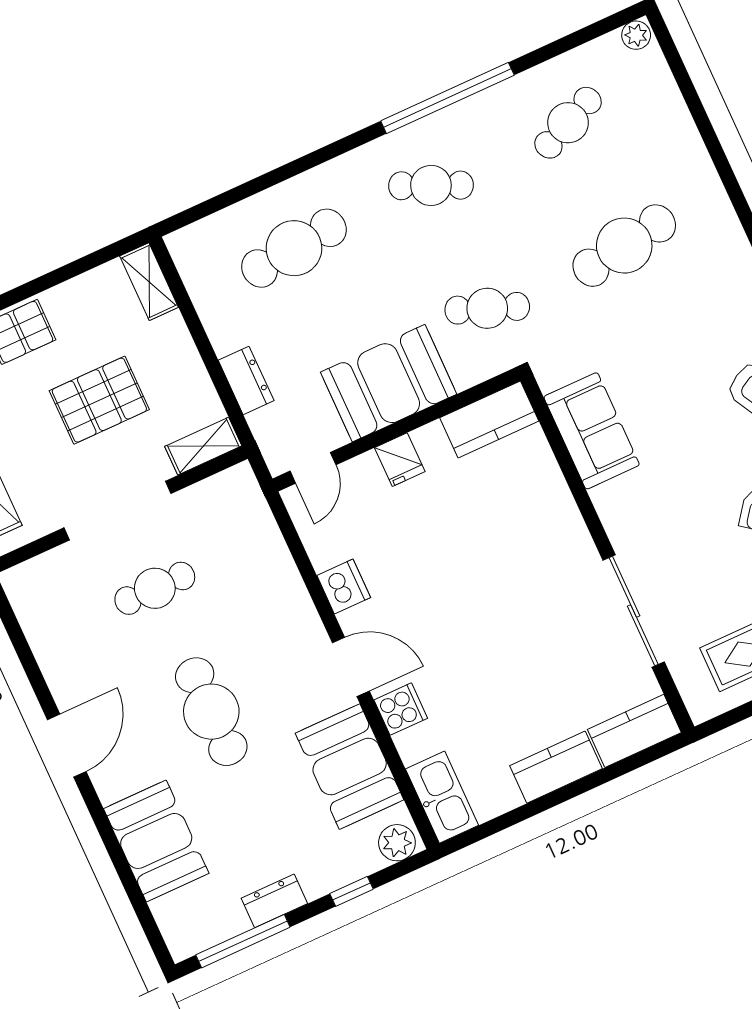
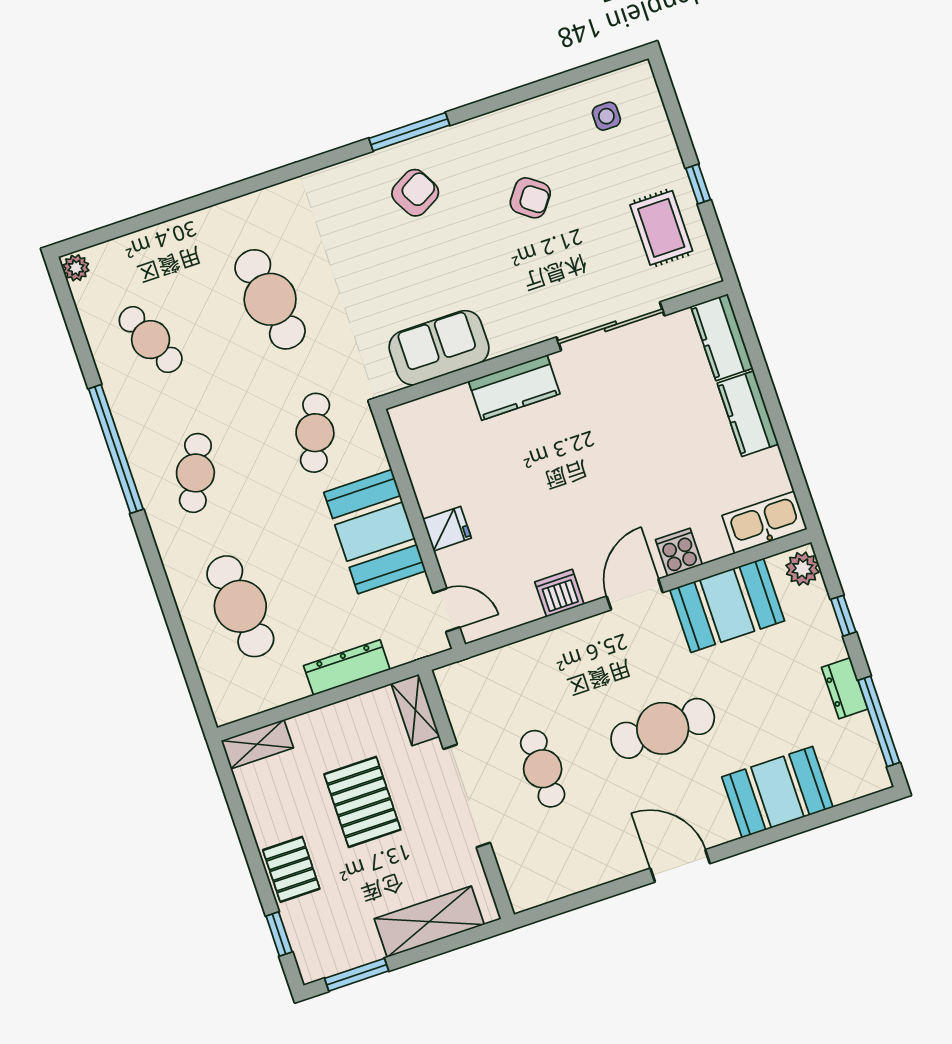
dresser: (246, 380) -> (347, 668), width x1.44
kitchen counter: (489, 419) -> (514, 388), moved, turned 90

